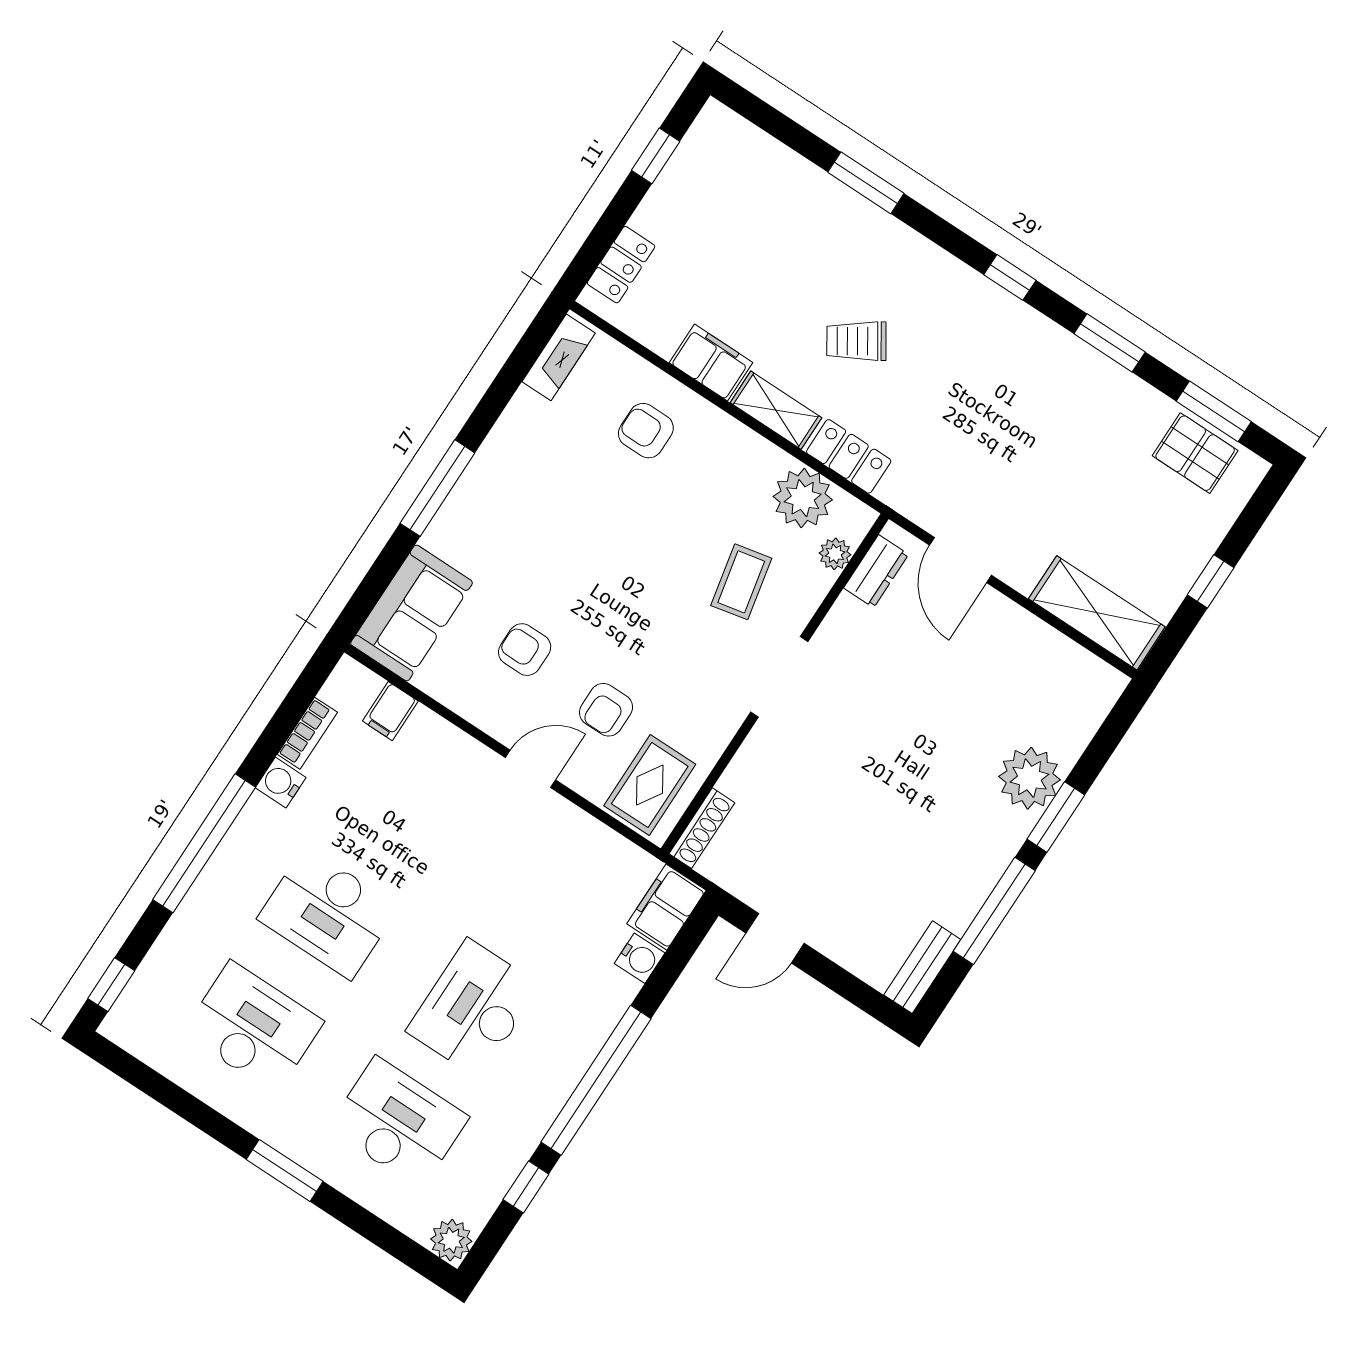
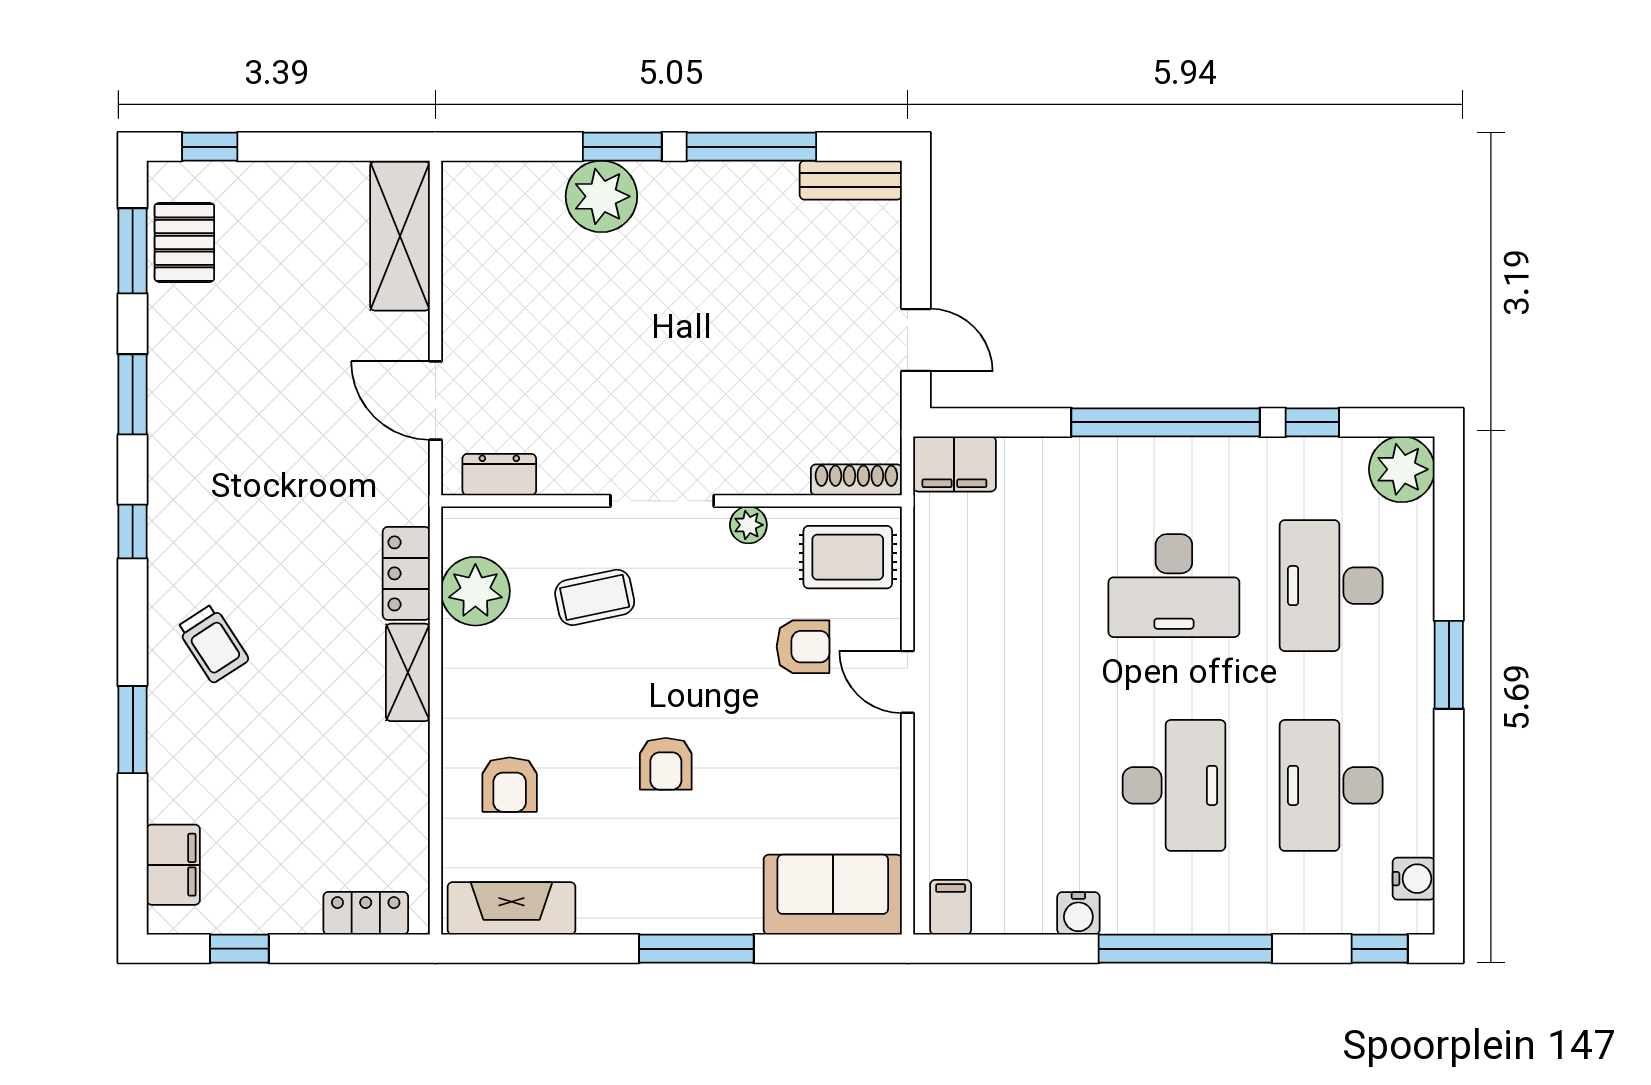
trolley: (856, 341) -> (213, 644), moved
fireplace: (559, 357) -> (512, 908), width x1.37, depth x1.32
filing cabinet: (711, 363) -> (173, 865), moved, turned 180
plant: (835, 554) -> (748, 525), moved
door: (960, 560) -> (435, 400), swing flipped
window: (1211, 581) -> (210, 147), moved
armchair: (525, 650) -> (666, 764), moved
filing cabinet: (390, 711) -> (951, 907), moved, turned -90
bookcase: (307, 733) -> (1014, 919), removed
water cooler: (640, 958) -> (1414, 879), moved, turned 90
plant: (451, 1240) -> (1402, 469), width x1.36, depth x1.36

